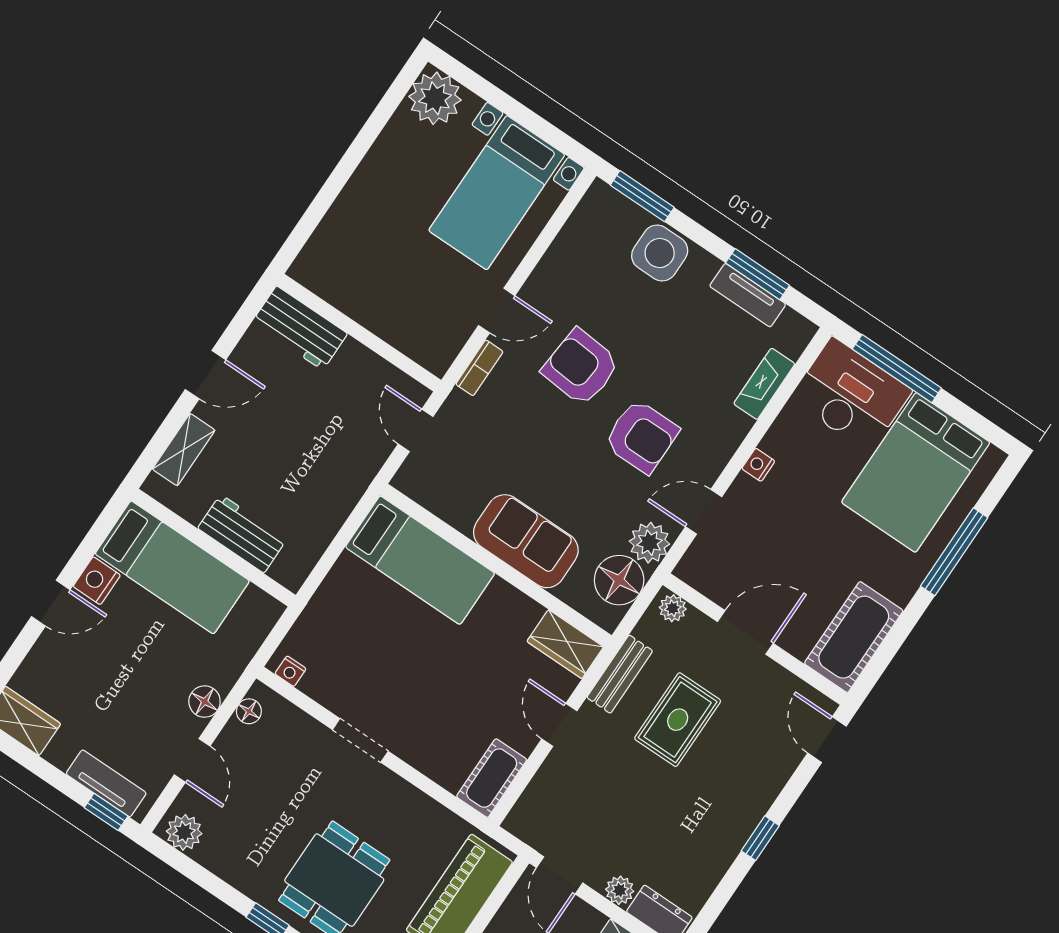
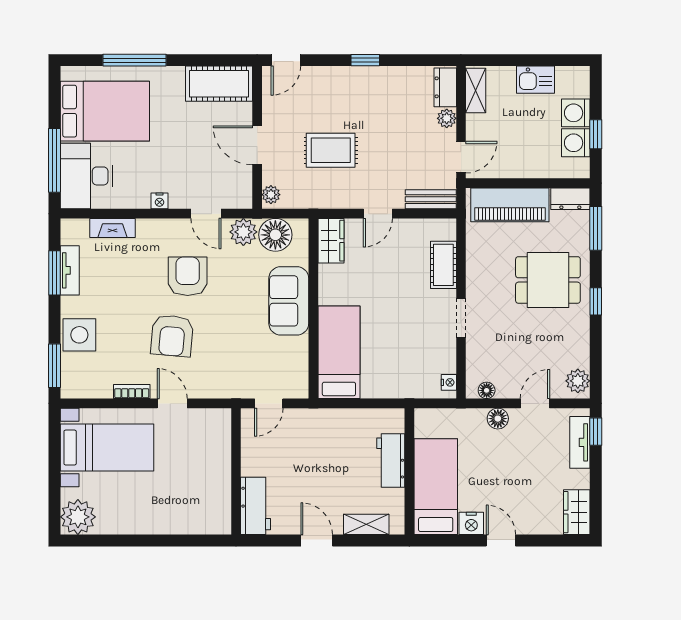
bookcase: (479, 368) -> (132, 391), moved
bench: (620, 674) -> (431, 199), moved
cot: (492, 778) -> (443, 265), moved, turned 90

